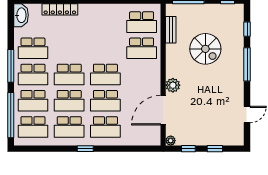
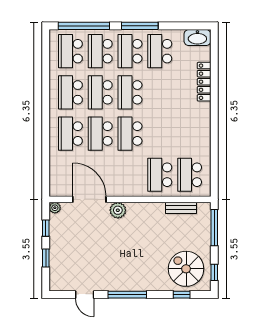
spiral stairs: (205, 49) -> (186, 269), moved, turned 90
window: (247, 64) -> (127, 295), moved
window: (85, 149) -> (46, 111), removed

